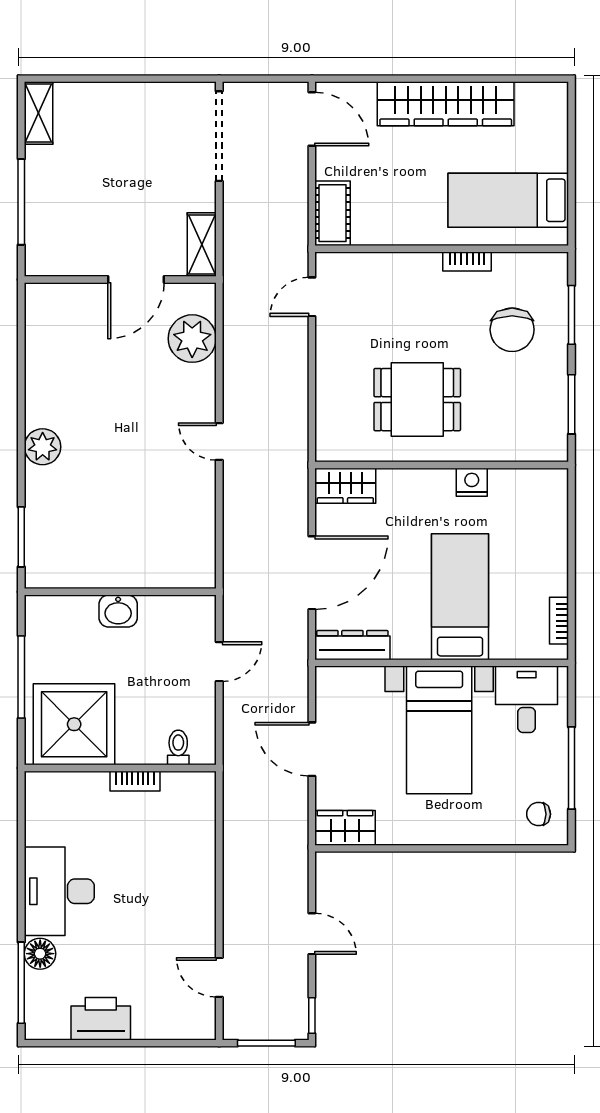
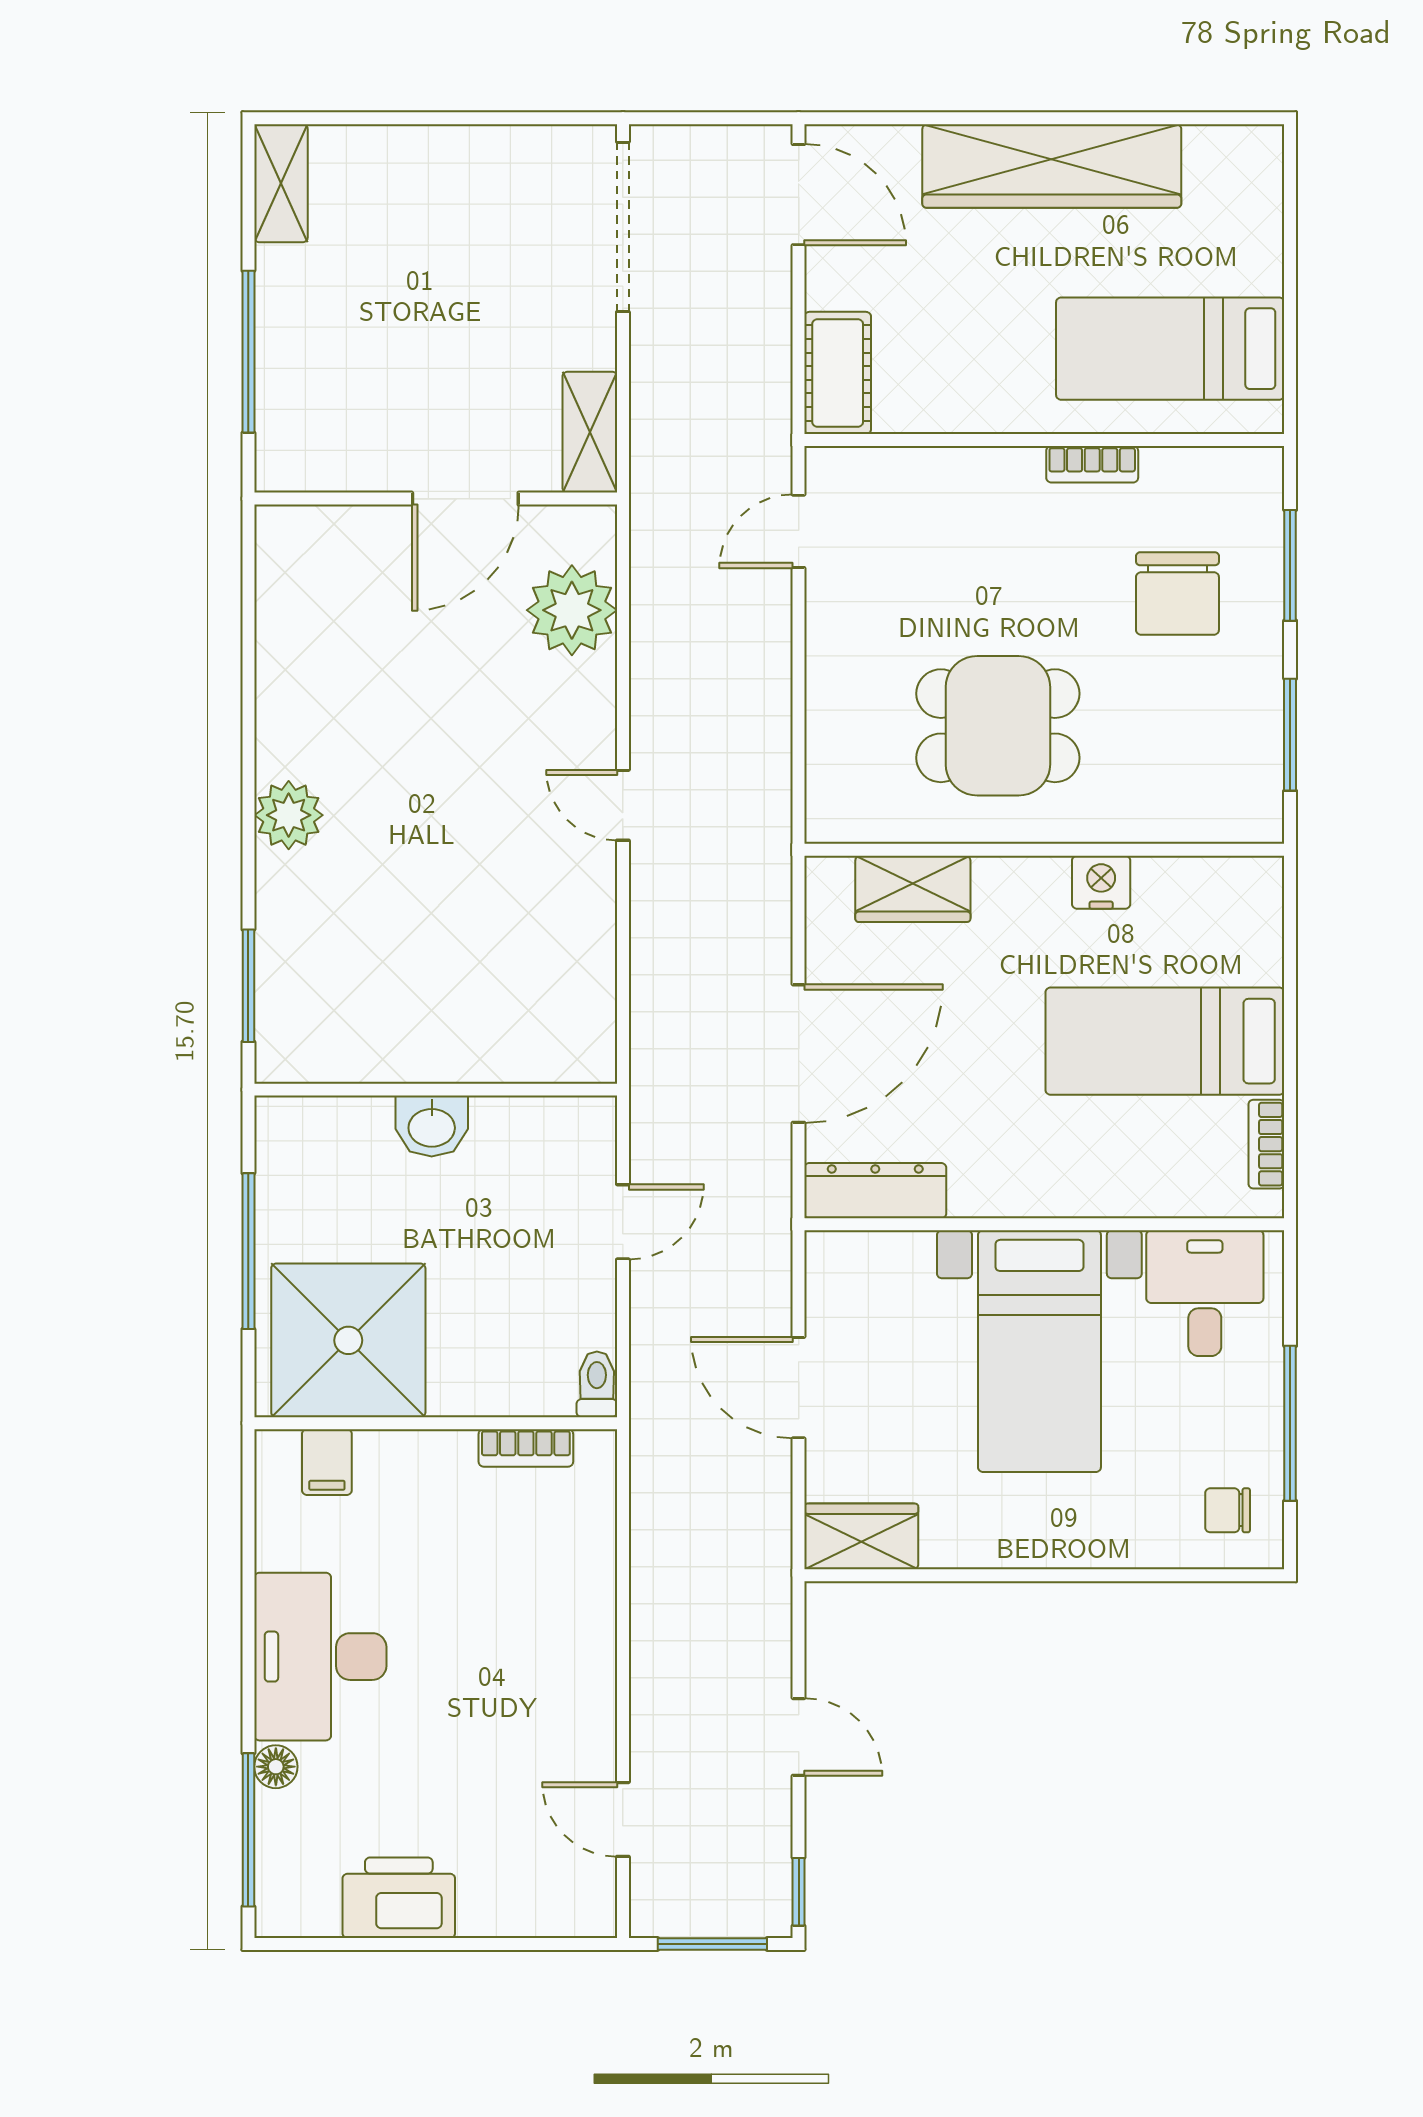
wardrobe: (345, 486) -> (913, 889), moved
bed: (460, 597) -> (1165, 1041), moved, turned -90
toilet: (178, 747) -> (597, 1384), moved
bookcase: (135, 781) -> (526, 1448), moved
filing cabinet: (63, 789) -> (327, 1462), added
floor lamp: (40, 954) -> (276, 1767), width x0.73, depth x0.73

